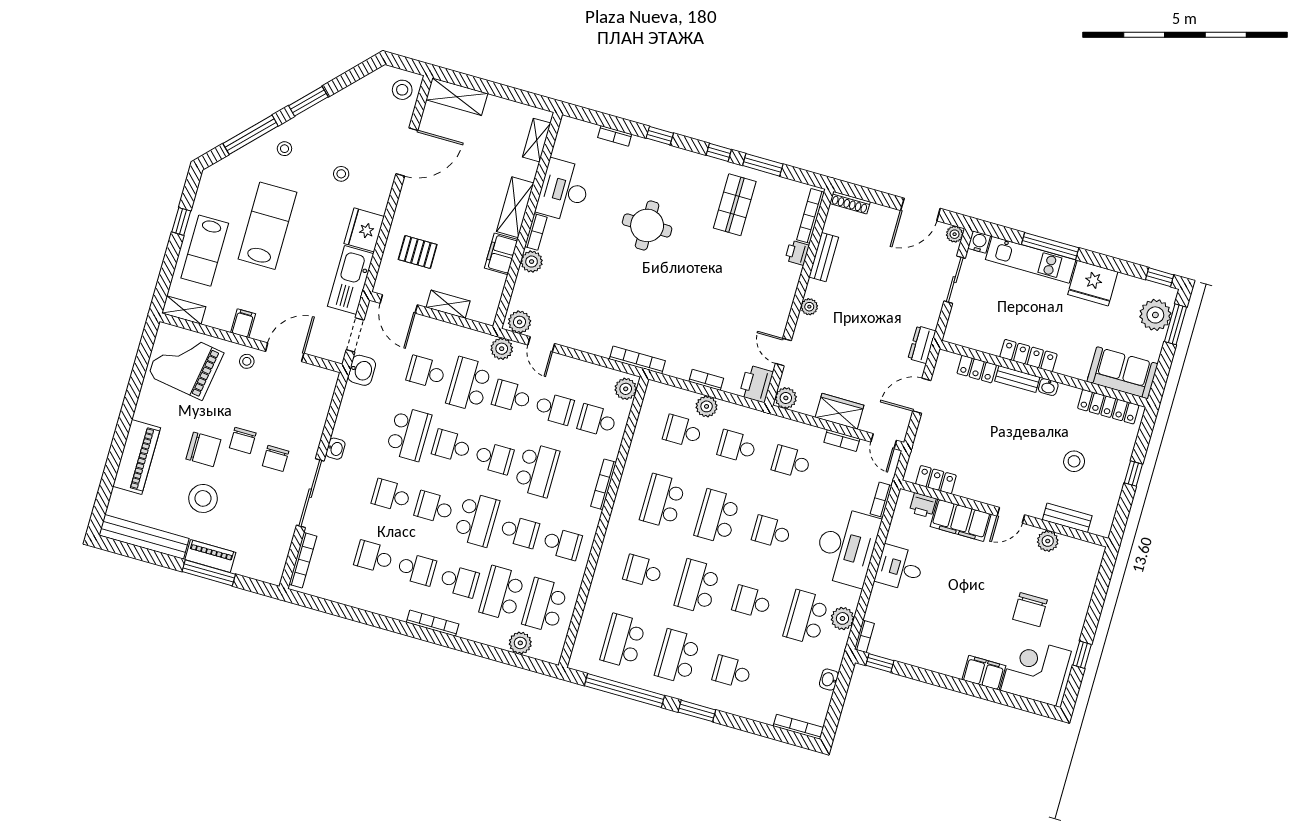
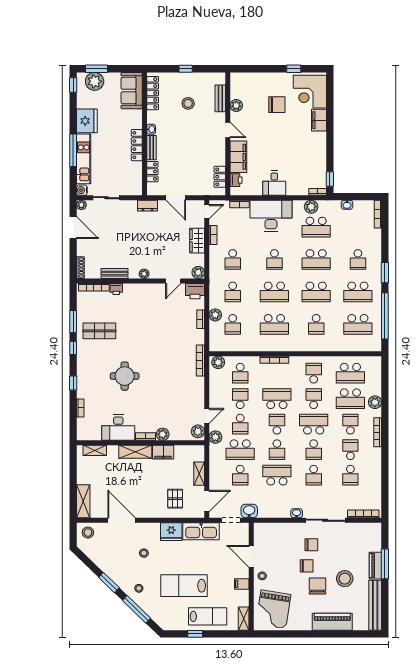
school desk: (752, 602) -> (316, 259), width x1.85
plant: (520, 643) -> (375, 402), moved

